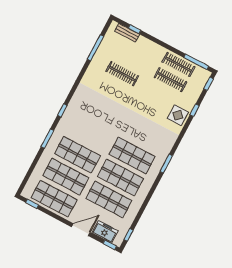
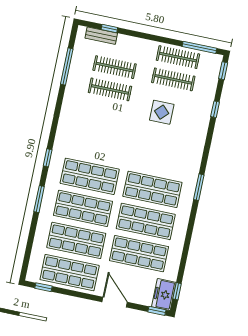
clothes rail: (130, 58) -> (115, 67), added
display table: (178, 115) -> (162, 112), moved
shop shelf: (89, 133) -> (90, 176), added
door: (81, 230) -> (115, 302), hinge flipped
freezer: (105, 232) -> (164, 295), moved, turned -90

